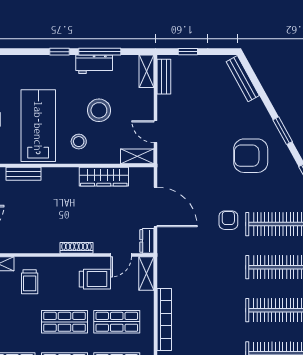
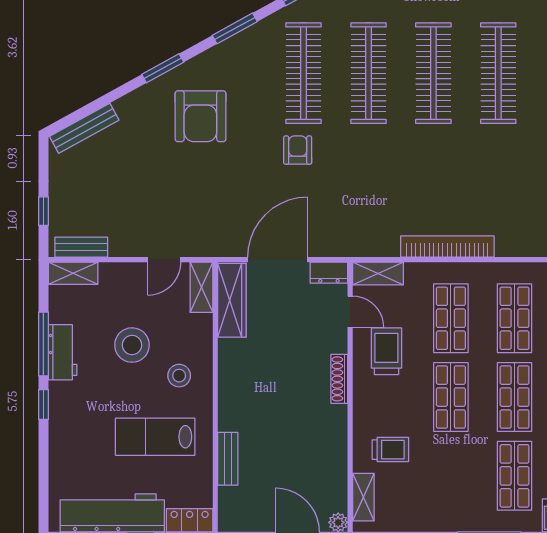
lab bench: (38, 126) -> (155, 437), width x0.73, depth x0.72
wardrobe: (104, 177) -> (232, 300), moved
armchair: (228, 220) -> (298, 150), turned 90

